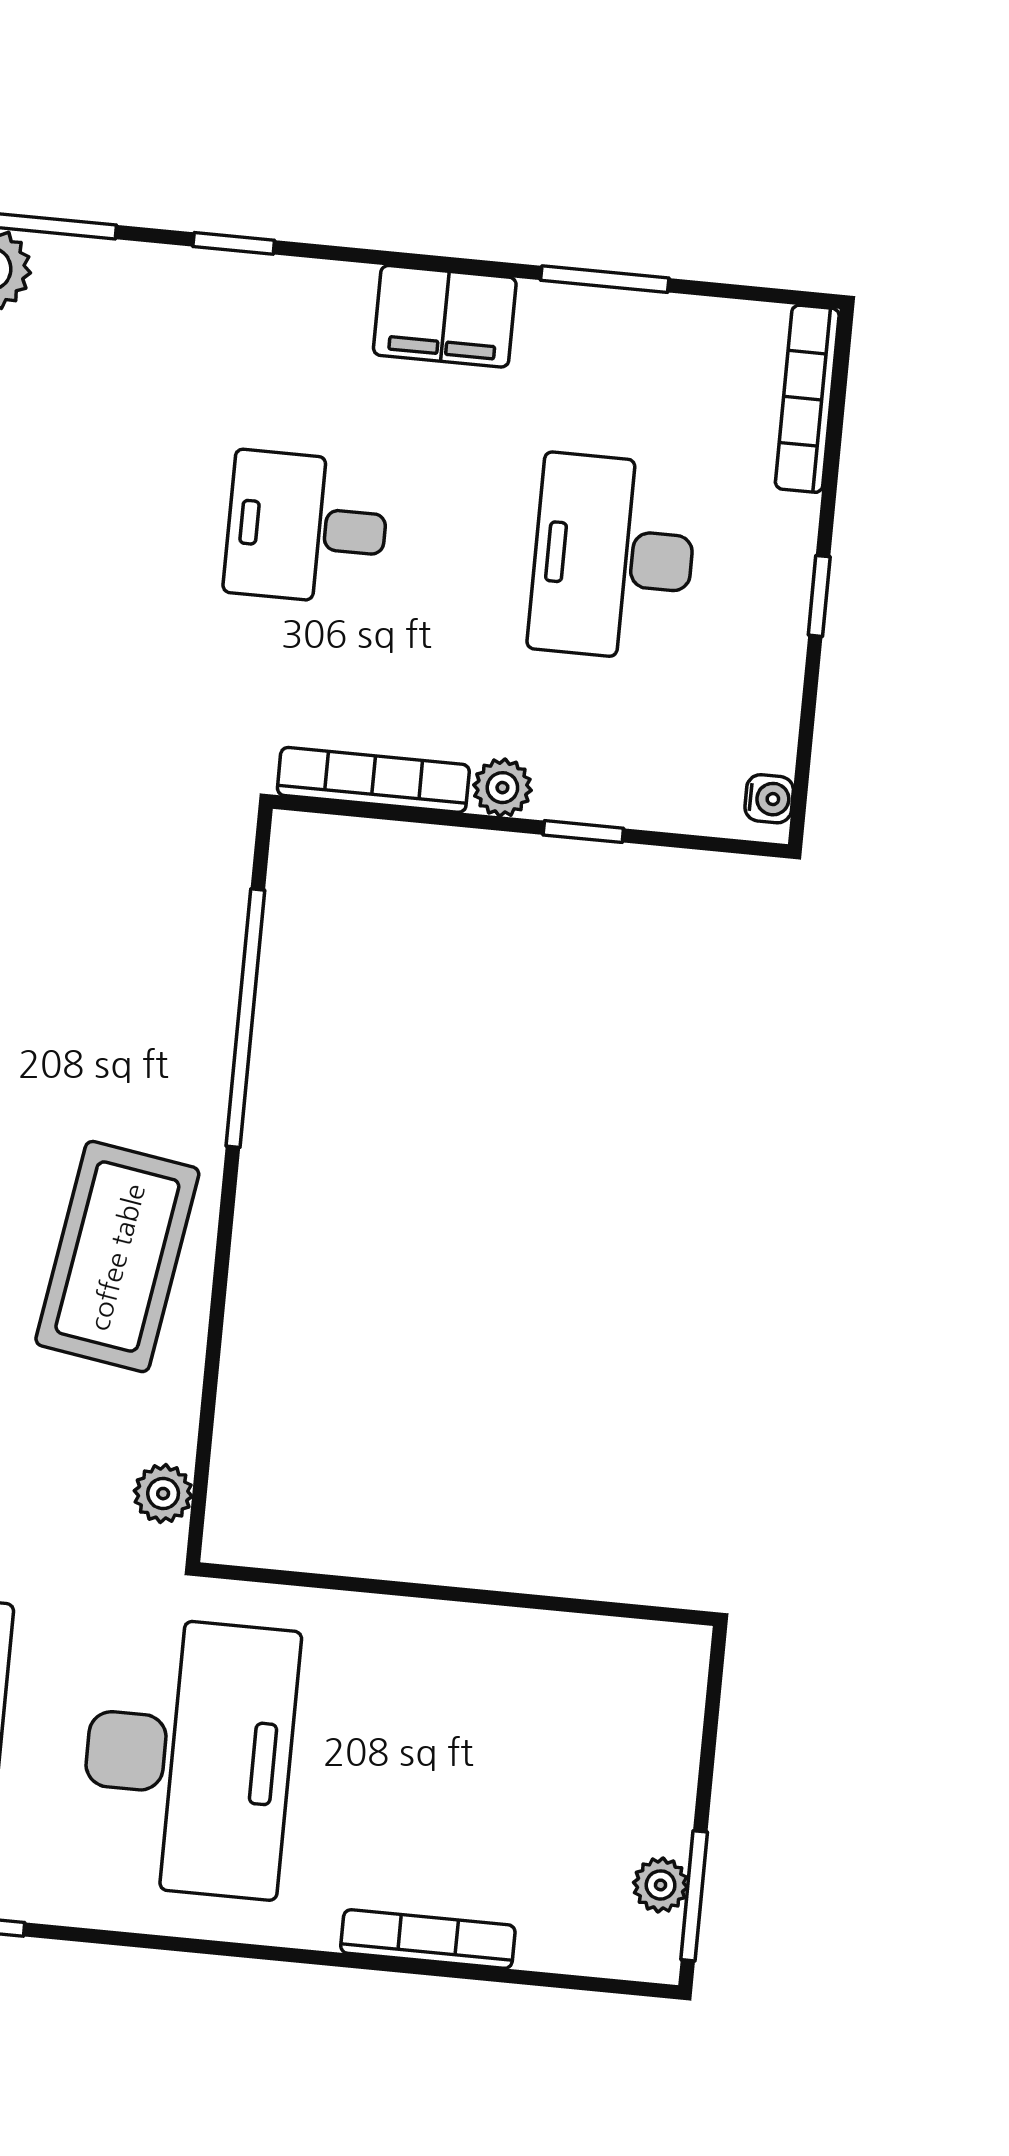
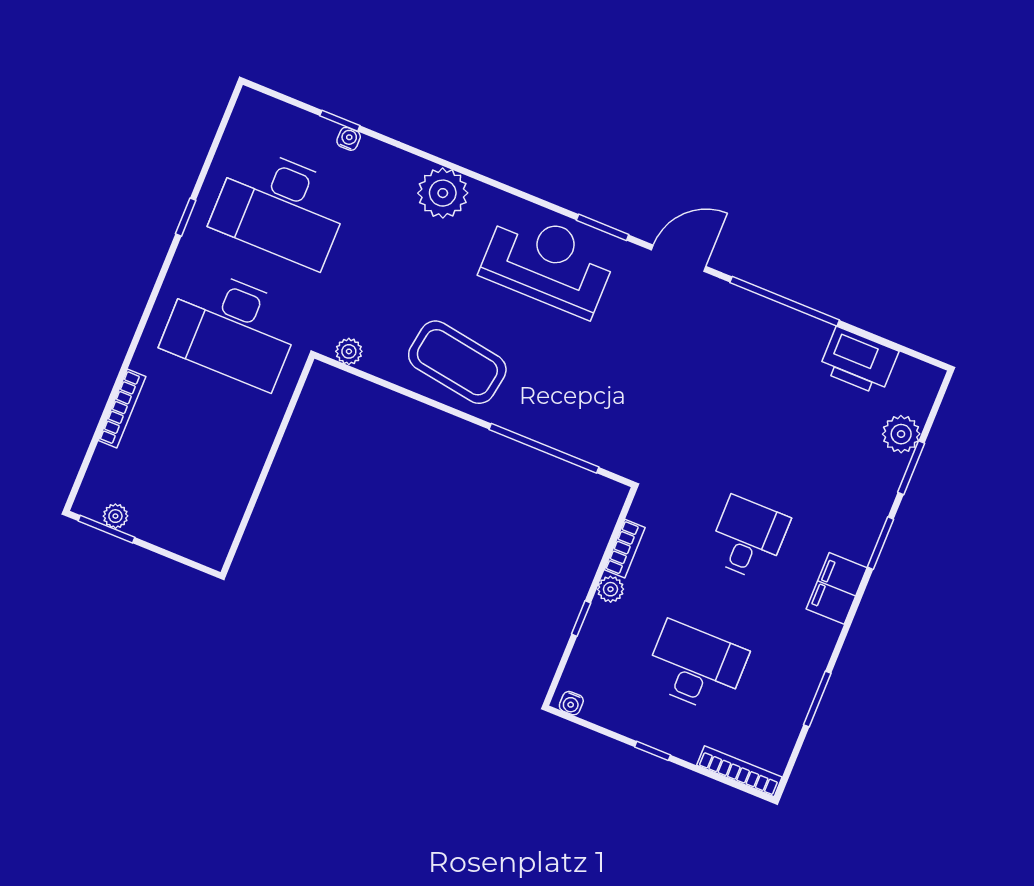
window: (234, 243) -> (881, 543), width x1.50
filing cabinet: (445, 316) -> (837, 588), moved
bookcase: (373, 780) -> (625, 549), width x0.64

